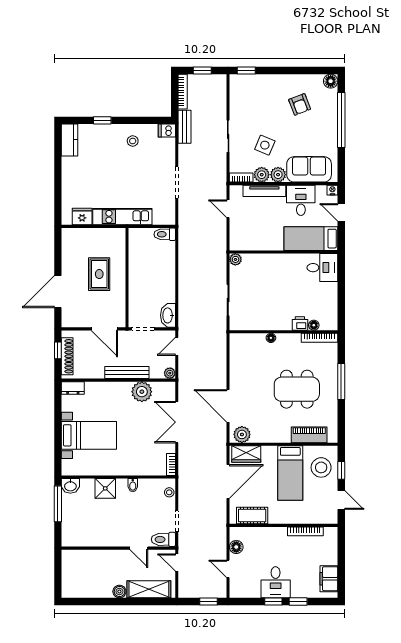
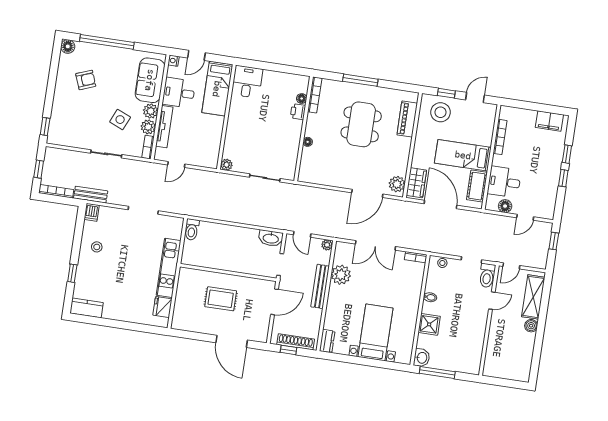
bed: (290, 473) -> (463, 155), moved, turned 180
desk: (276, 582) -> (504, 182), moved, turned 180

